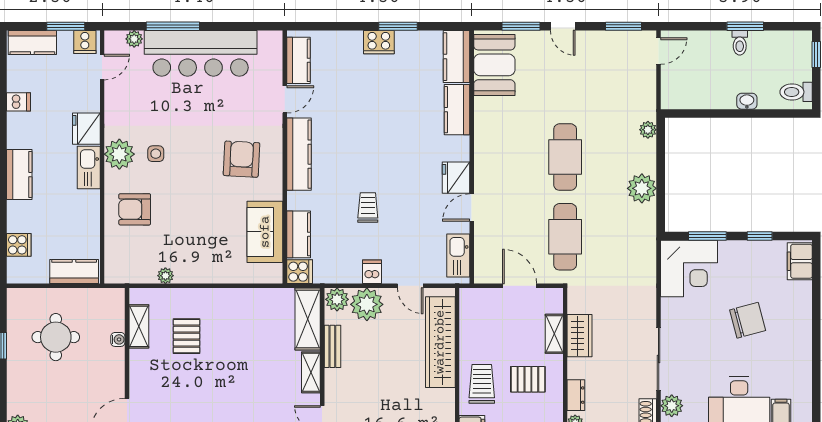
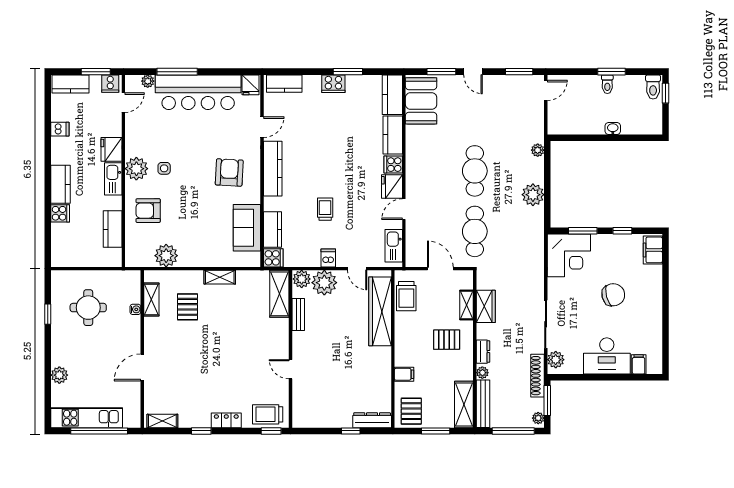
fridge: (269, 44) -> (250, 85), added
kitchen counter: (299, 60) -> (284, 84), moved, turned 90
toilet: (796, 92) -> (653, 87), moved, turned -90
cooker: (458, 149) -> (393, 165), added
cooker: (19, 245) -> (60, 213), moved
kitchen counter: (74, 272) -> (113, 229), moved, turned -90
plant: (165, 276) -> (166, 256), width x1.87, depth x1.87
shelving: (311, 372) -> (220, 277), moved, turned 90
trolley: (482, 384) -> (406, 296), moved, turned 180

